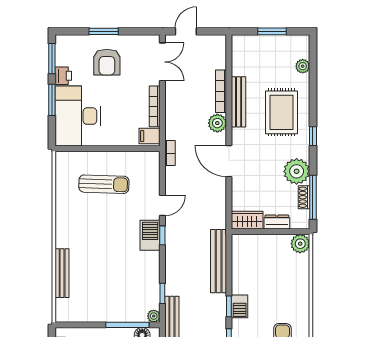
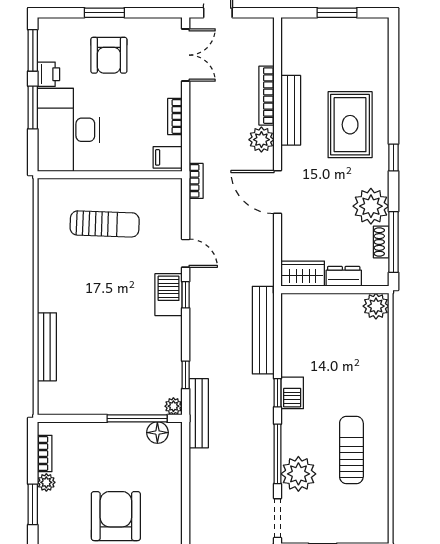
plant: (303, 66) -> (379, 61), removed
bookcase: (155, 106) -> (175, 116), width x0.64
door: (162, 205) -> (186, 253), hinge flipped

